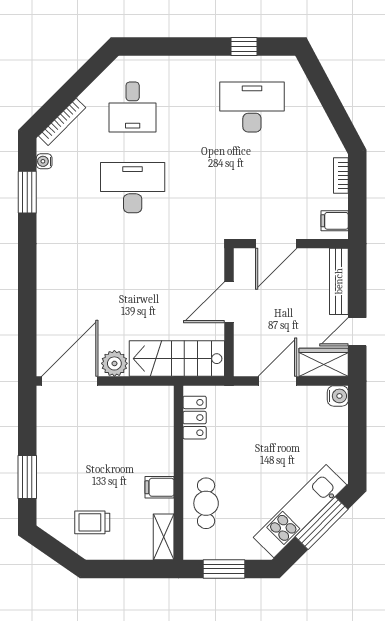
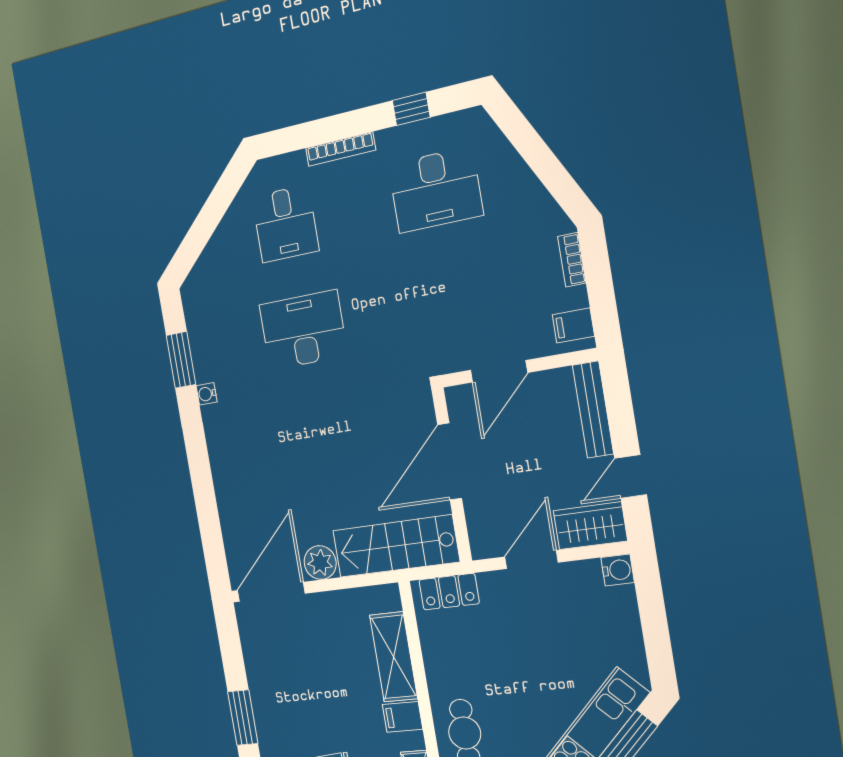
desk: (252, 107) -> (436, 190), turned 180
bookcase: (62, 122) -> (340, 149), moved, turned 45
water cooler: (44, 161) -> (207, 394), moved
door: (229, 302) -> (450, 462), width x1.36
locker: (195, 418) -> (449, 592), moved, turned 90
shelving: (161, 441) -> (394, 657), added

